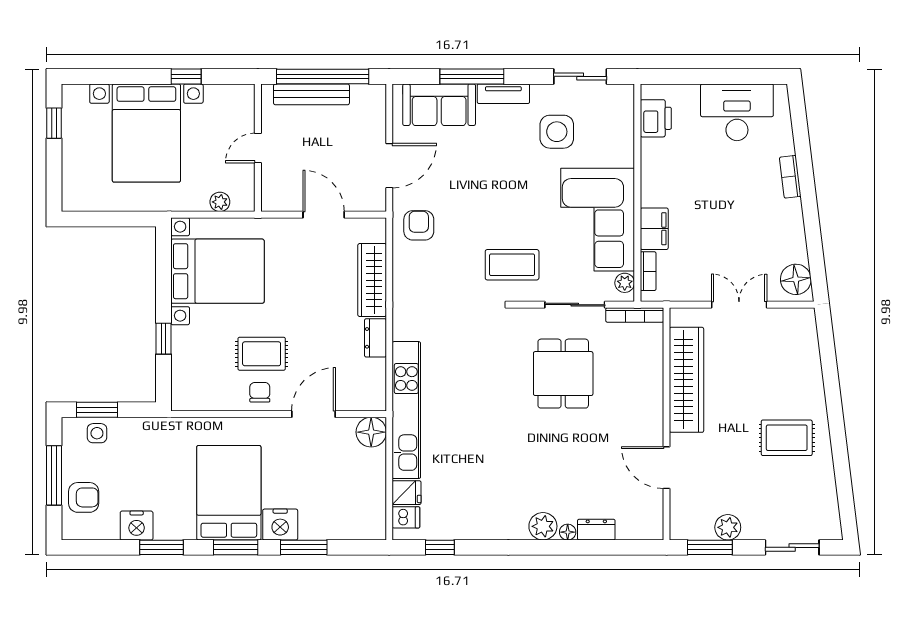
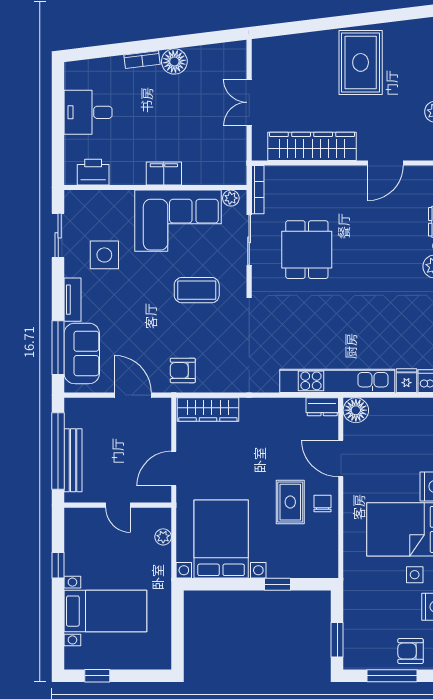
window: (472, 76) -> (58, 348), moved
desk: (737, 112) -> (88, 112), width x0.73
bed with nightstands: (146, 133) -> (105, 611), width x0.73
door: (324, 215) -> (174, 469), moved
filing cabinet: (654, 229) -> (164, 173), moved
coffee table: (512, 265) -> (197, 290), moved, turned 90
bookcase: (648, 271) -> (221, 178), removed
floor lamp: (796, 279) -> (174, 61), moved
wardrobe: (372, 280) -> (208, 409), moved
dresser: (375, 338) -> (322, 407), moved
dining table: (563, 374) -> (307, 250), turned 90
chair: (260, 392) -> (323, 504), turned 90
side table: (97, 433) -> (415, 575), moved
rug: (787, 438) -> (361, 62), width x1.36, depth x1.43
armchair: (84, 497) -> (410, 651), turned -90

